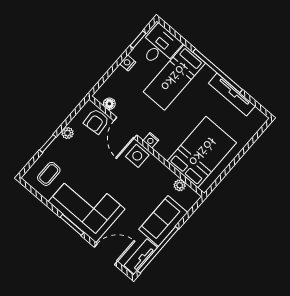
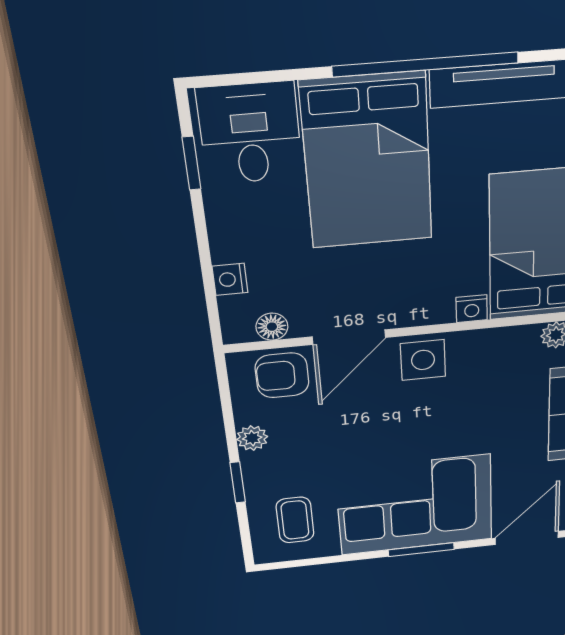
nightstand: (128, 63) -> (230, 279), moved
bed: (174, 77) -> (367, 162), width x1.50
armchair: (96, 121) -> (282, 375), turned 95
door: (125, 128) -> (349, 337), hinge flipped
nightstand: (151, 140) -> (472, 309), moved

